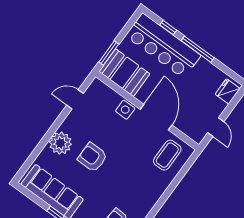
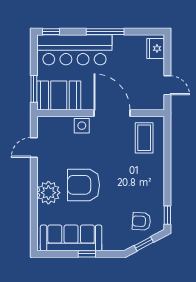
window: (168, 28) -> (51, 32), moved
armchair: (92, 157) -> (84, 185), width x1.36, depth x1.36

